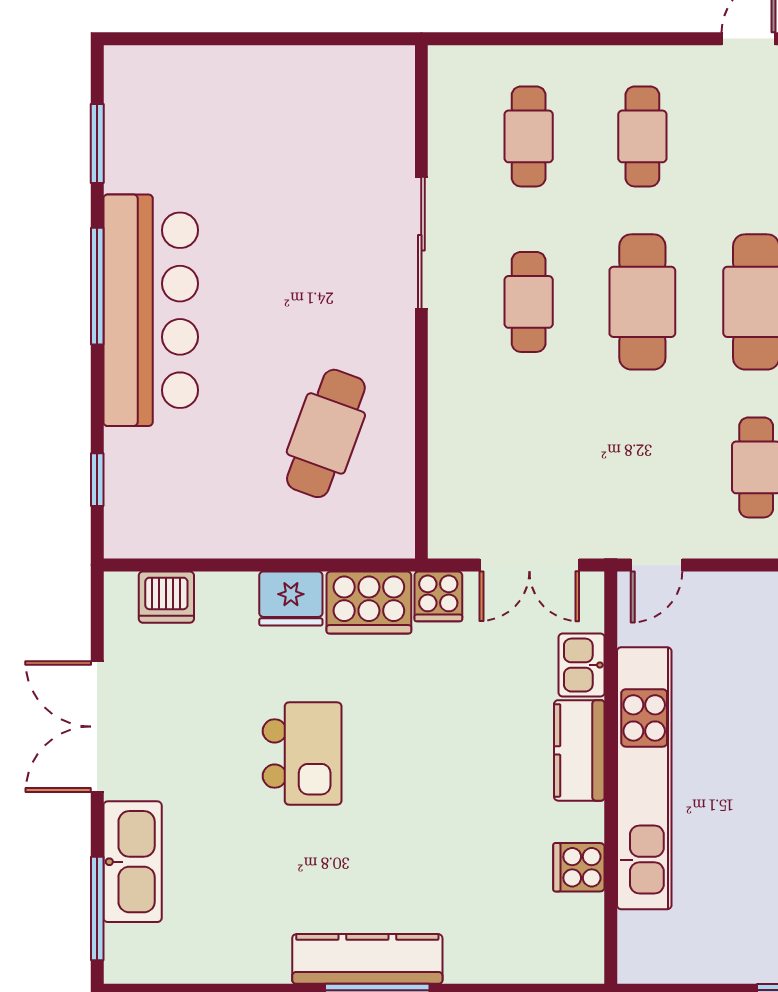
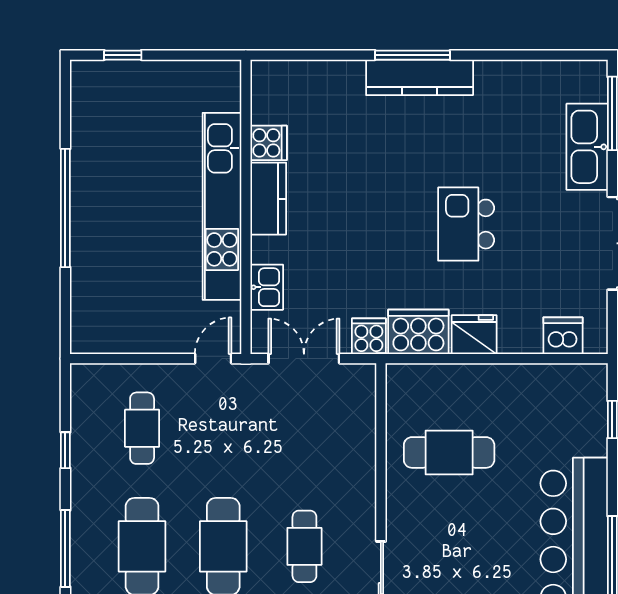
cafe table: (326, 433) -> (449, 452), turned 70
kitchen counter: (579, 750) -> (268, 199), moved

